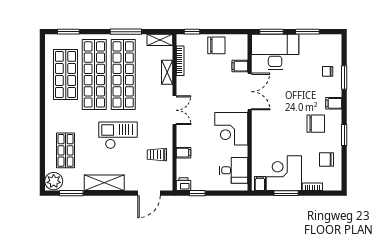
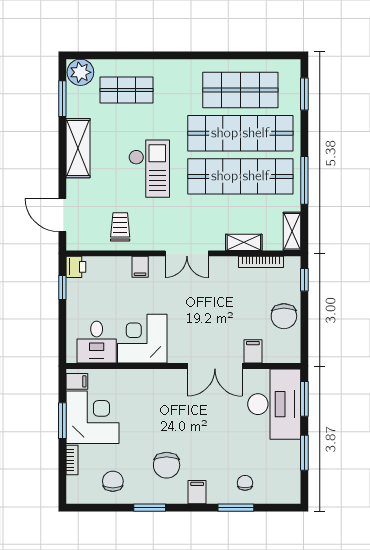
corner desk: (231, 129) -> (142, 339), moved
filing cabinet: (183, 153) -> (140, 267), moved

